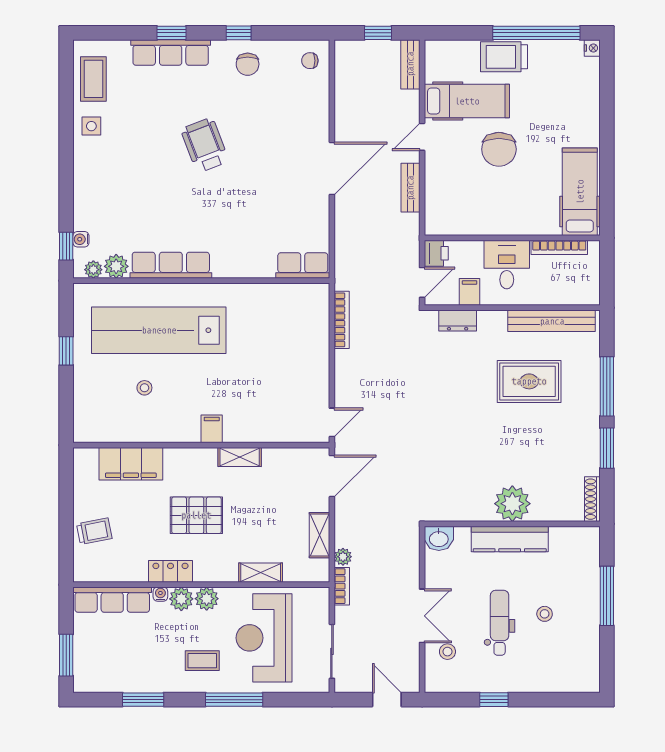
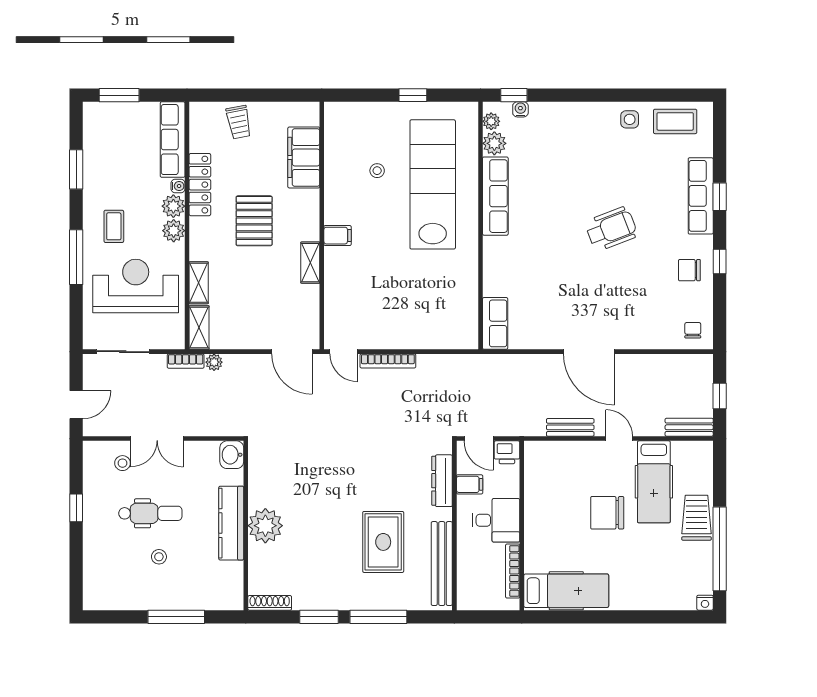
bookcase: (342, 320) -> (388, 361), moved
dresser: (458, 320) -> (442, 481), width x1.44
shelving: (320, 535) -> (199, 328), moved, turned 90
locker: (170, 571) -> (200, 185), width x1.53

